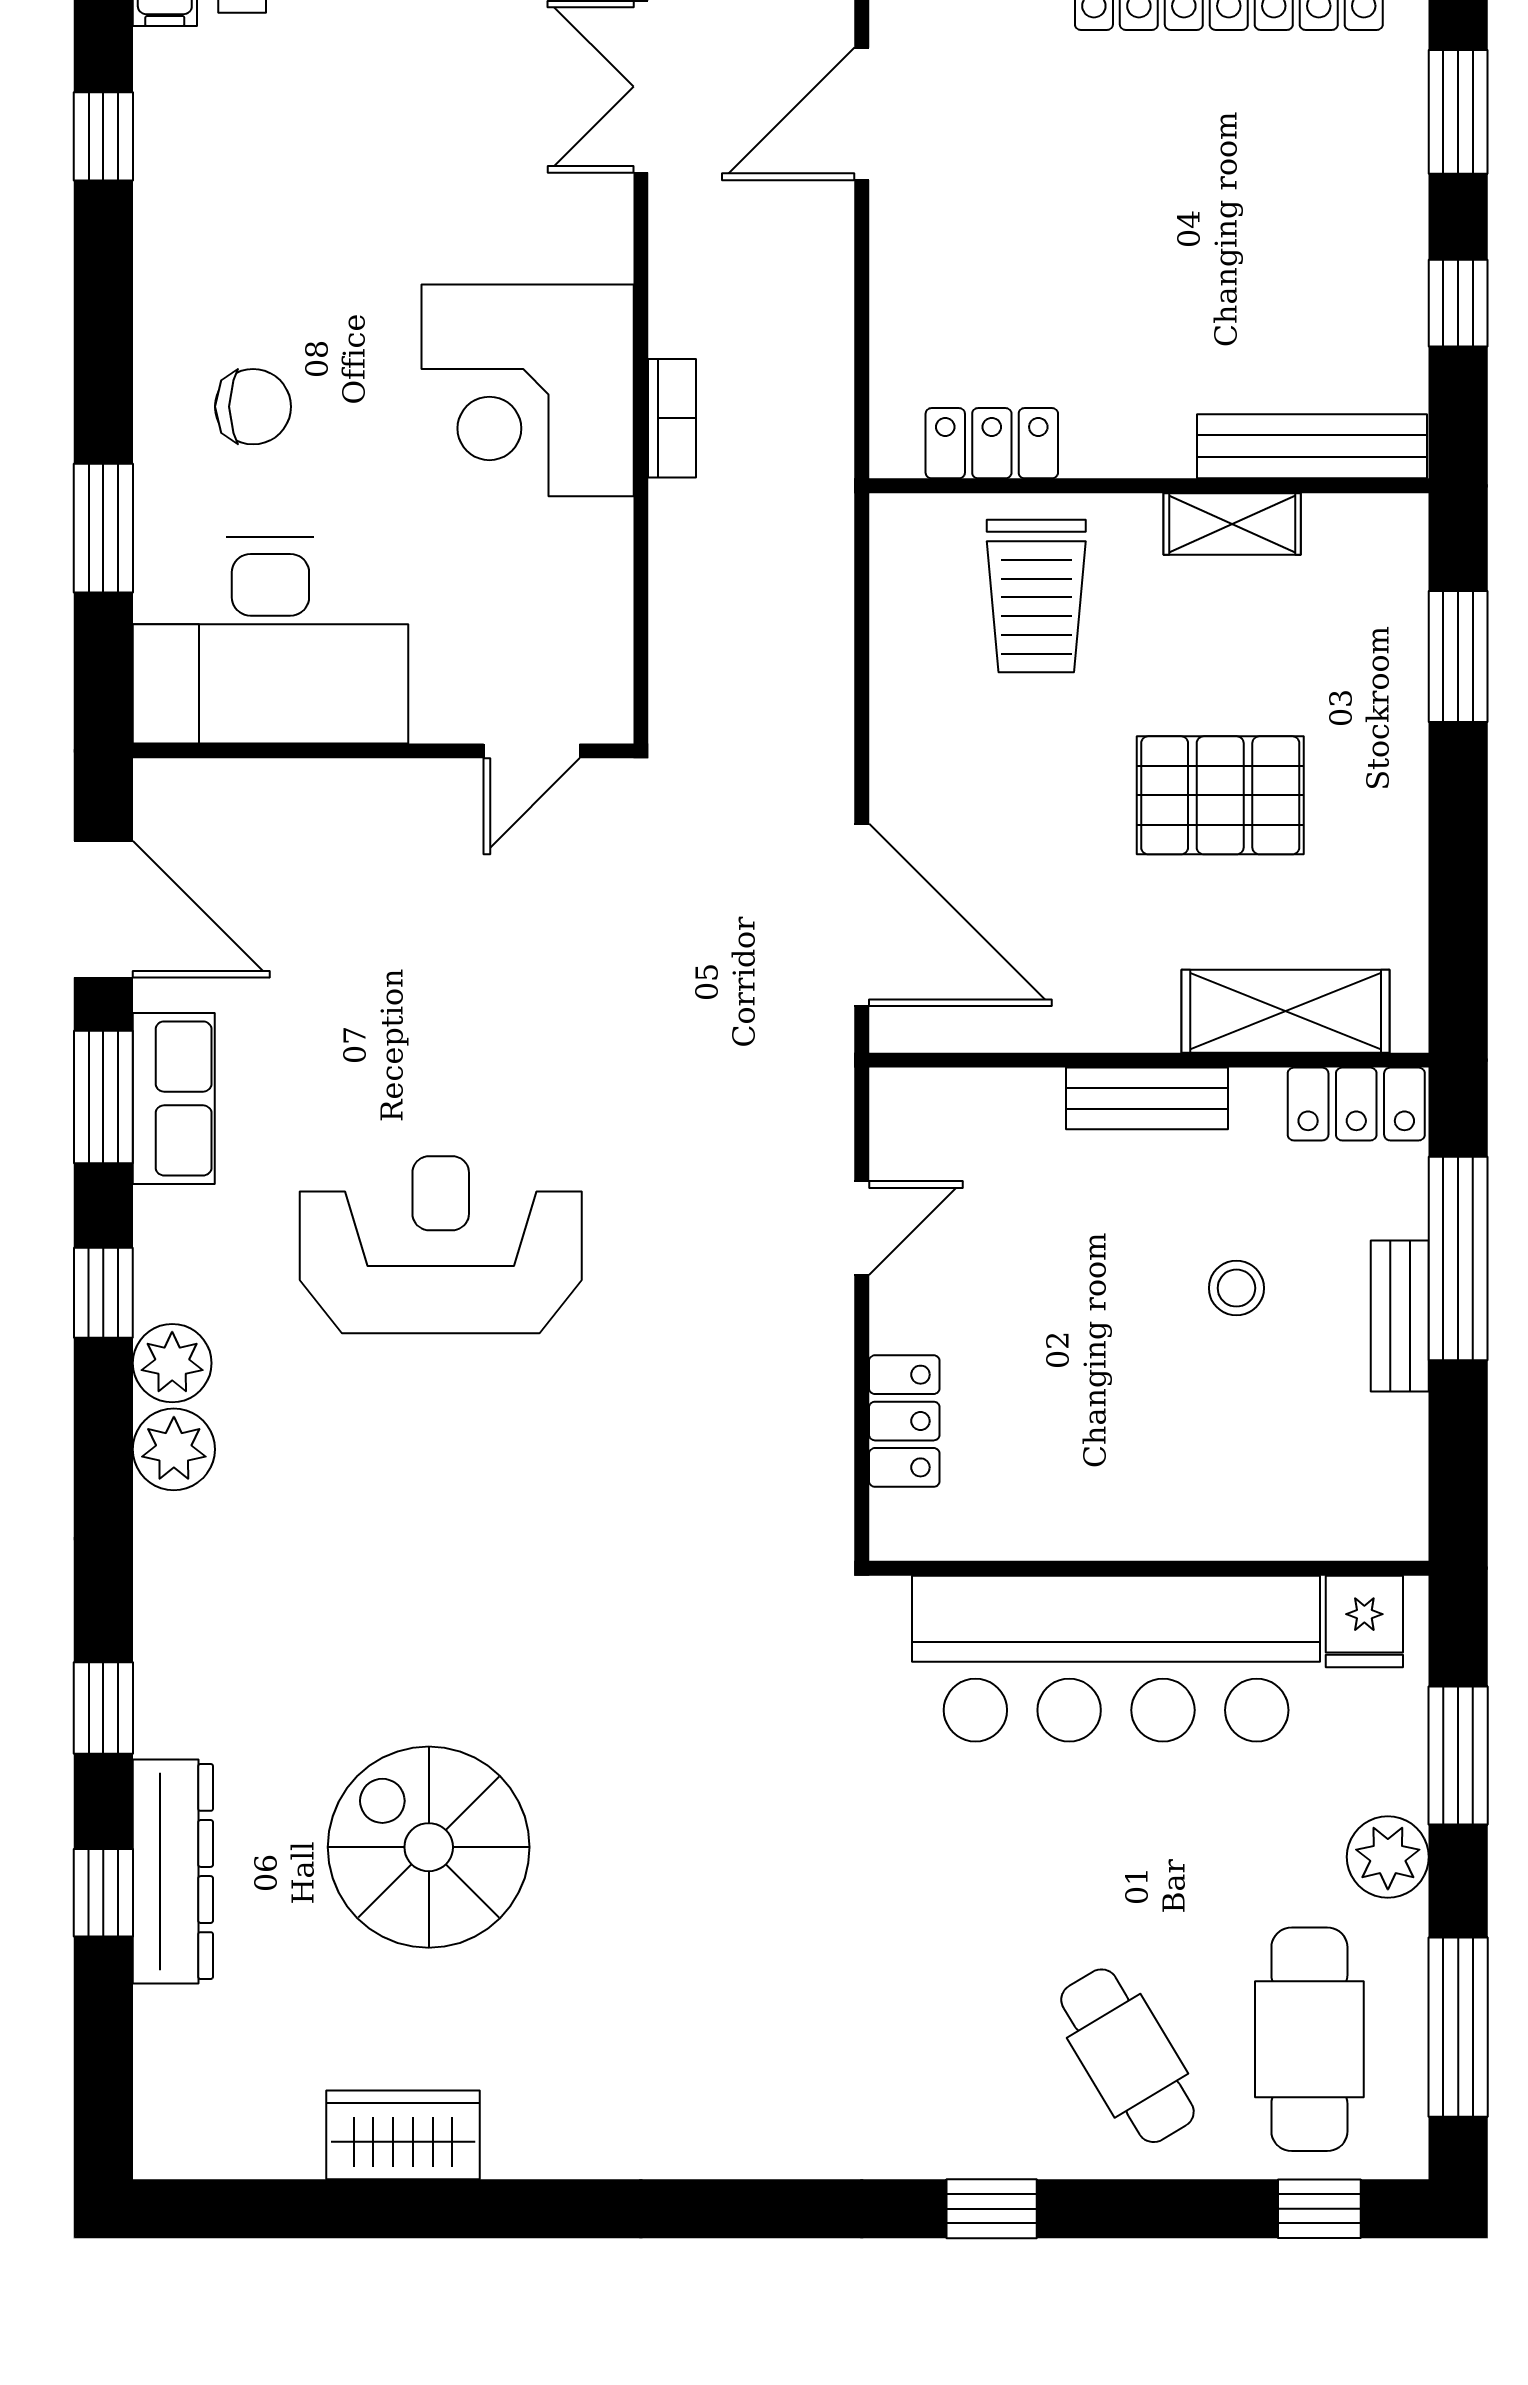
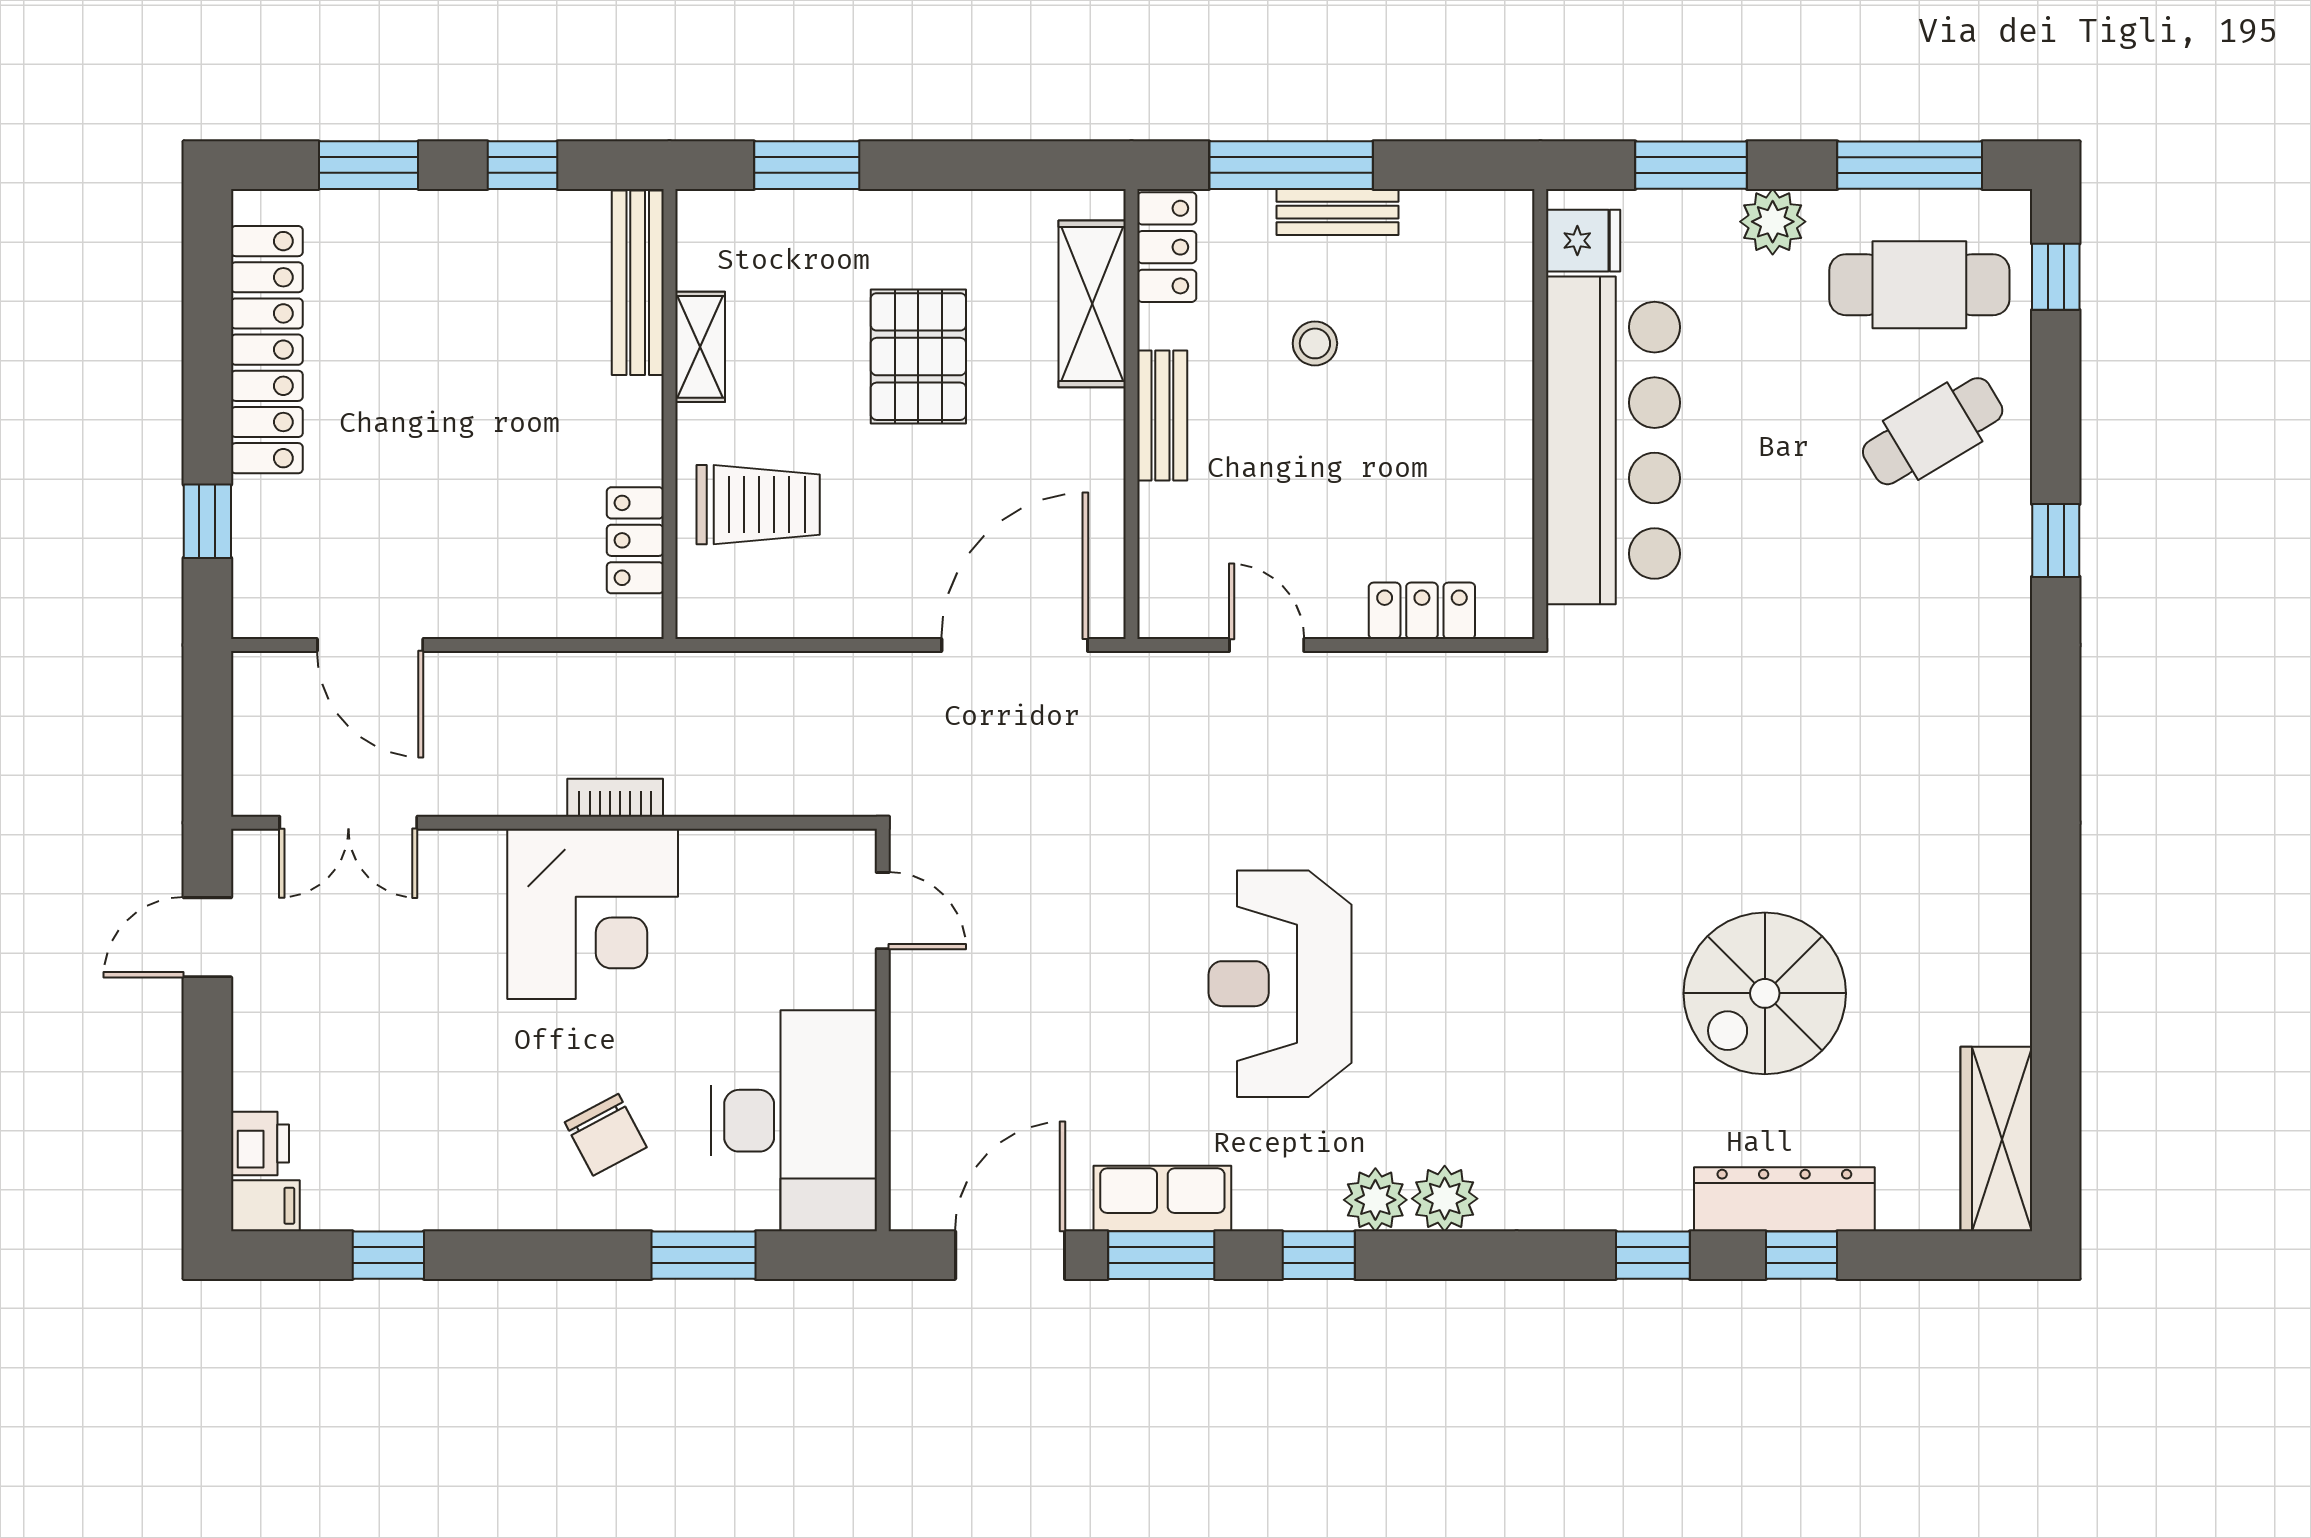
chair: (253, 407) -> (606, 1135), turned 152
wardrobe: (403, 2135) -> (1996, 1139), moved, width x1.50

